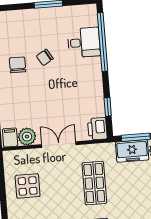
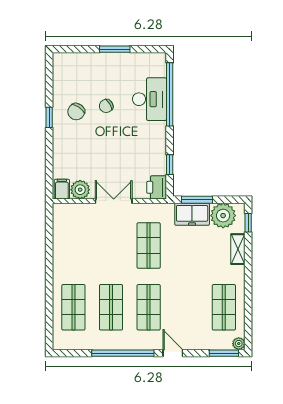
desk: (84, 42) -> (149, 99), width x1.37
chair: (18, 65) -> (76, 112), turned -146
display table: (28, 186) -> (77, 243), removed

